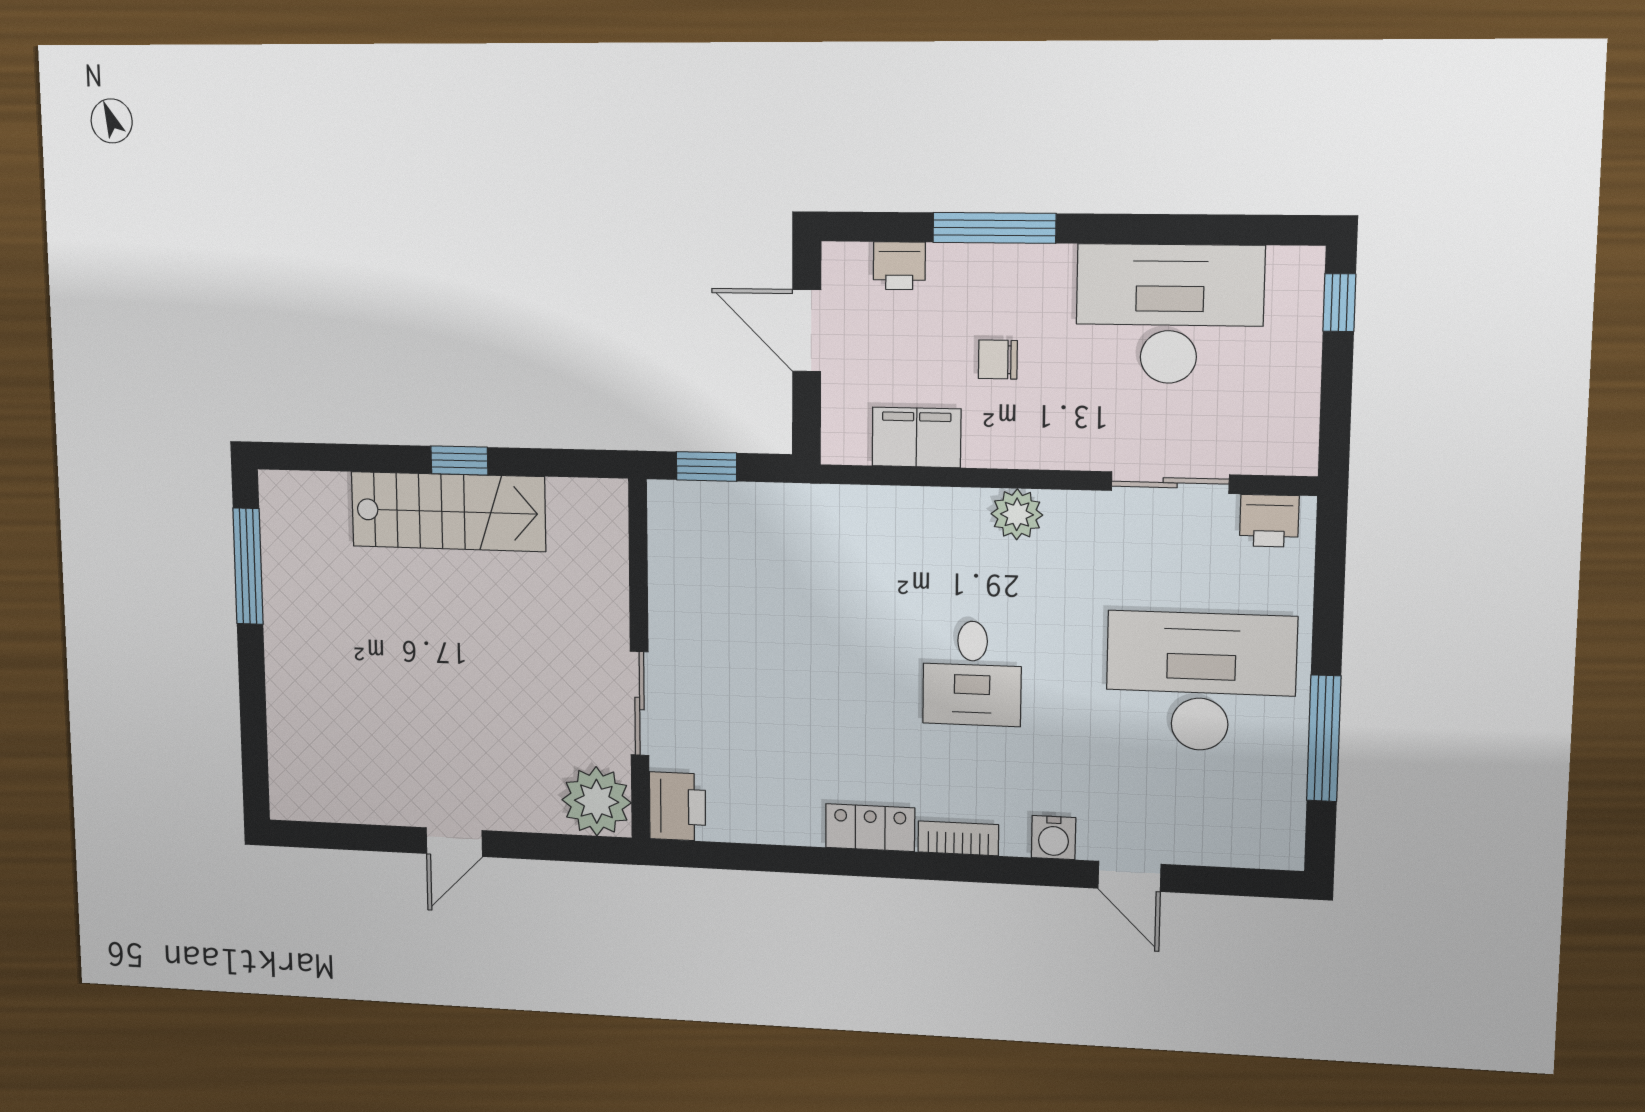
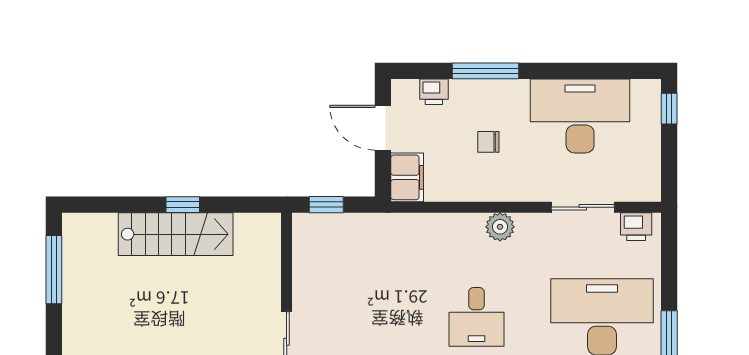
filing cabinet: (917, 437) -> (407, 177), moved, turned 90

